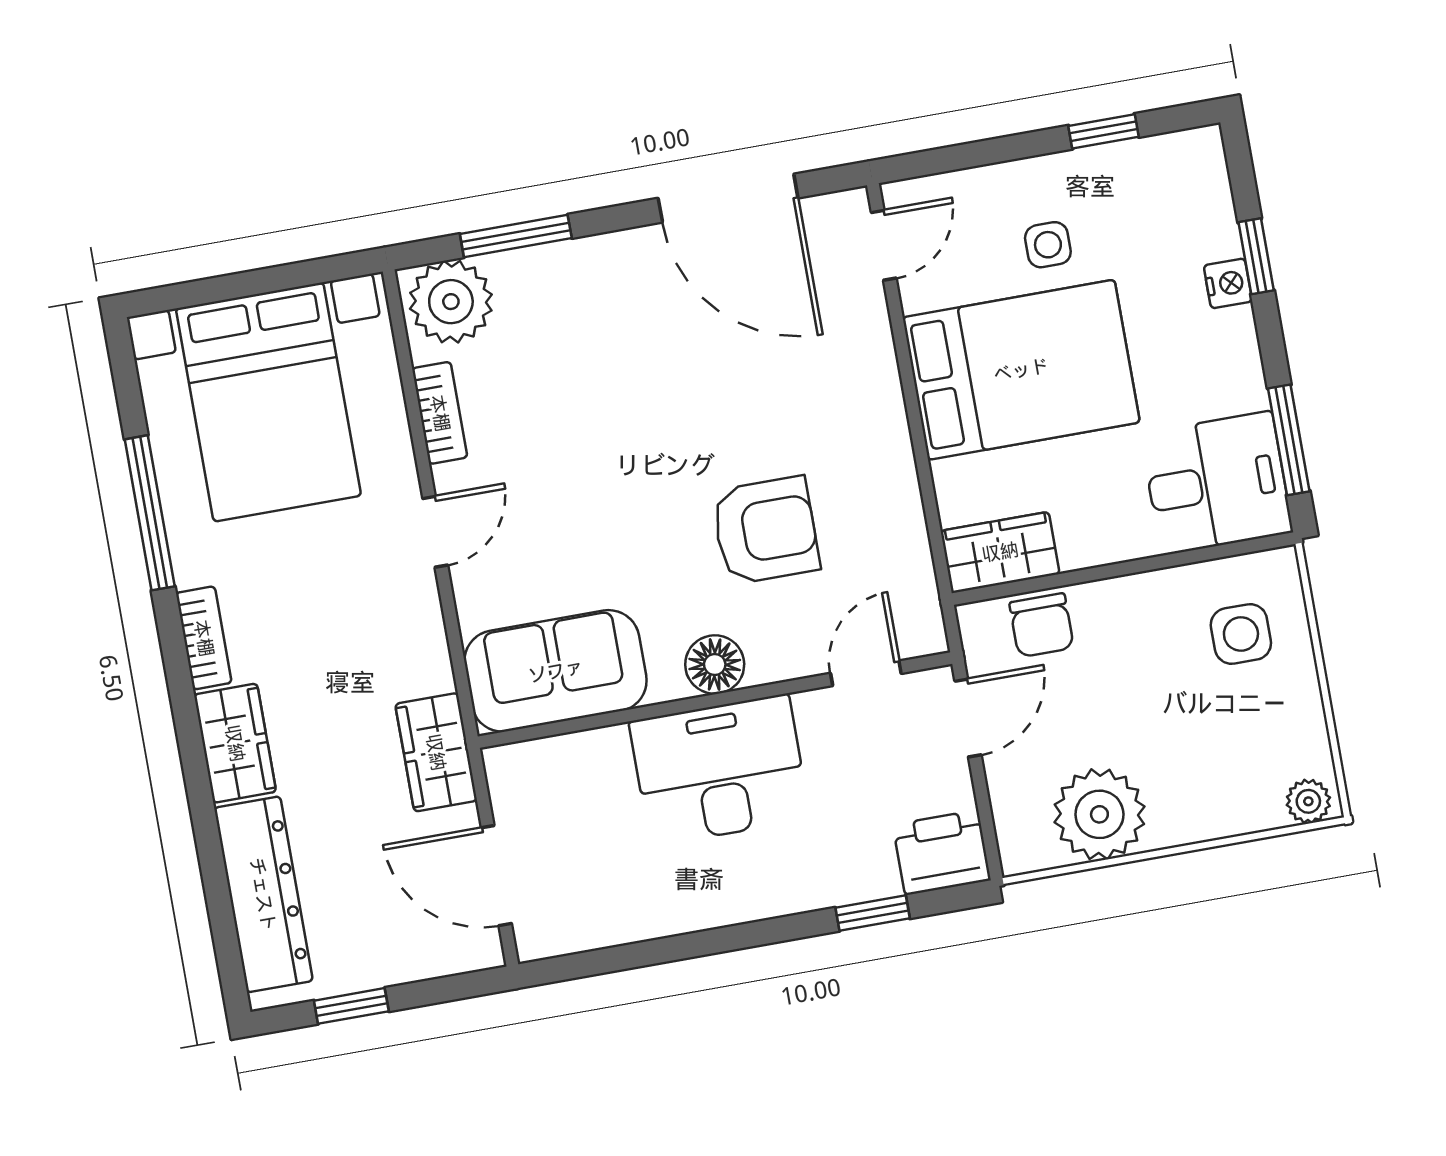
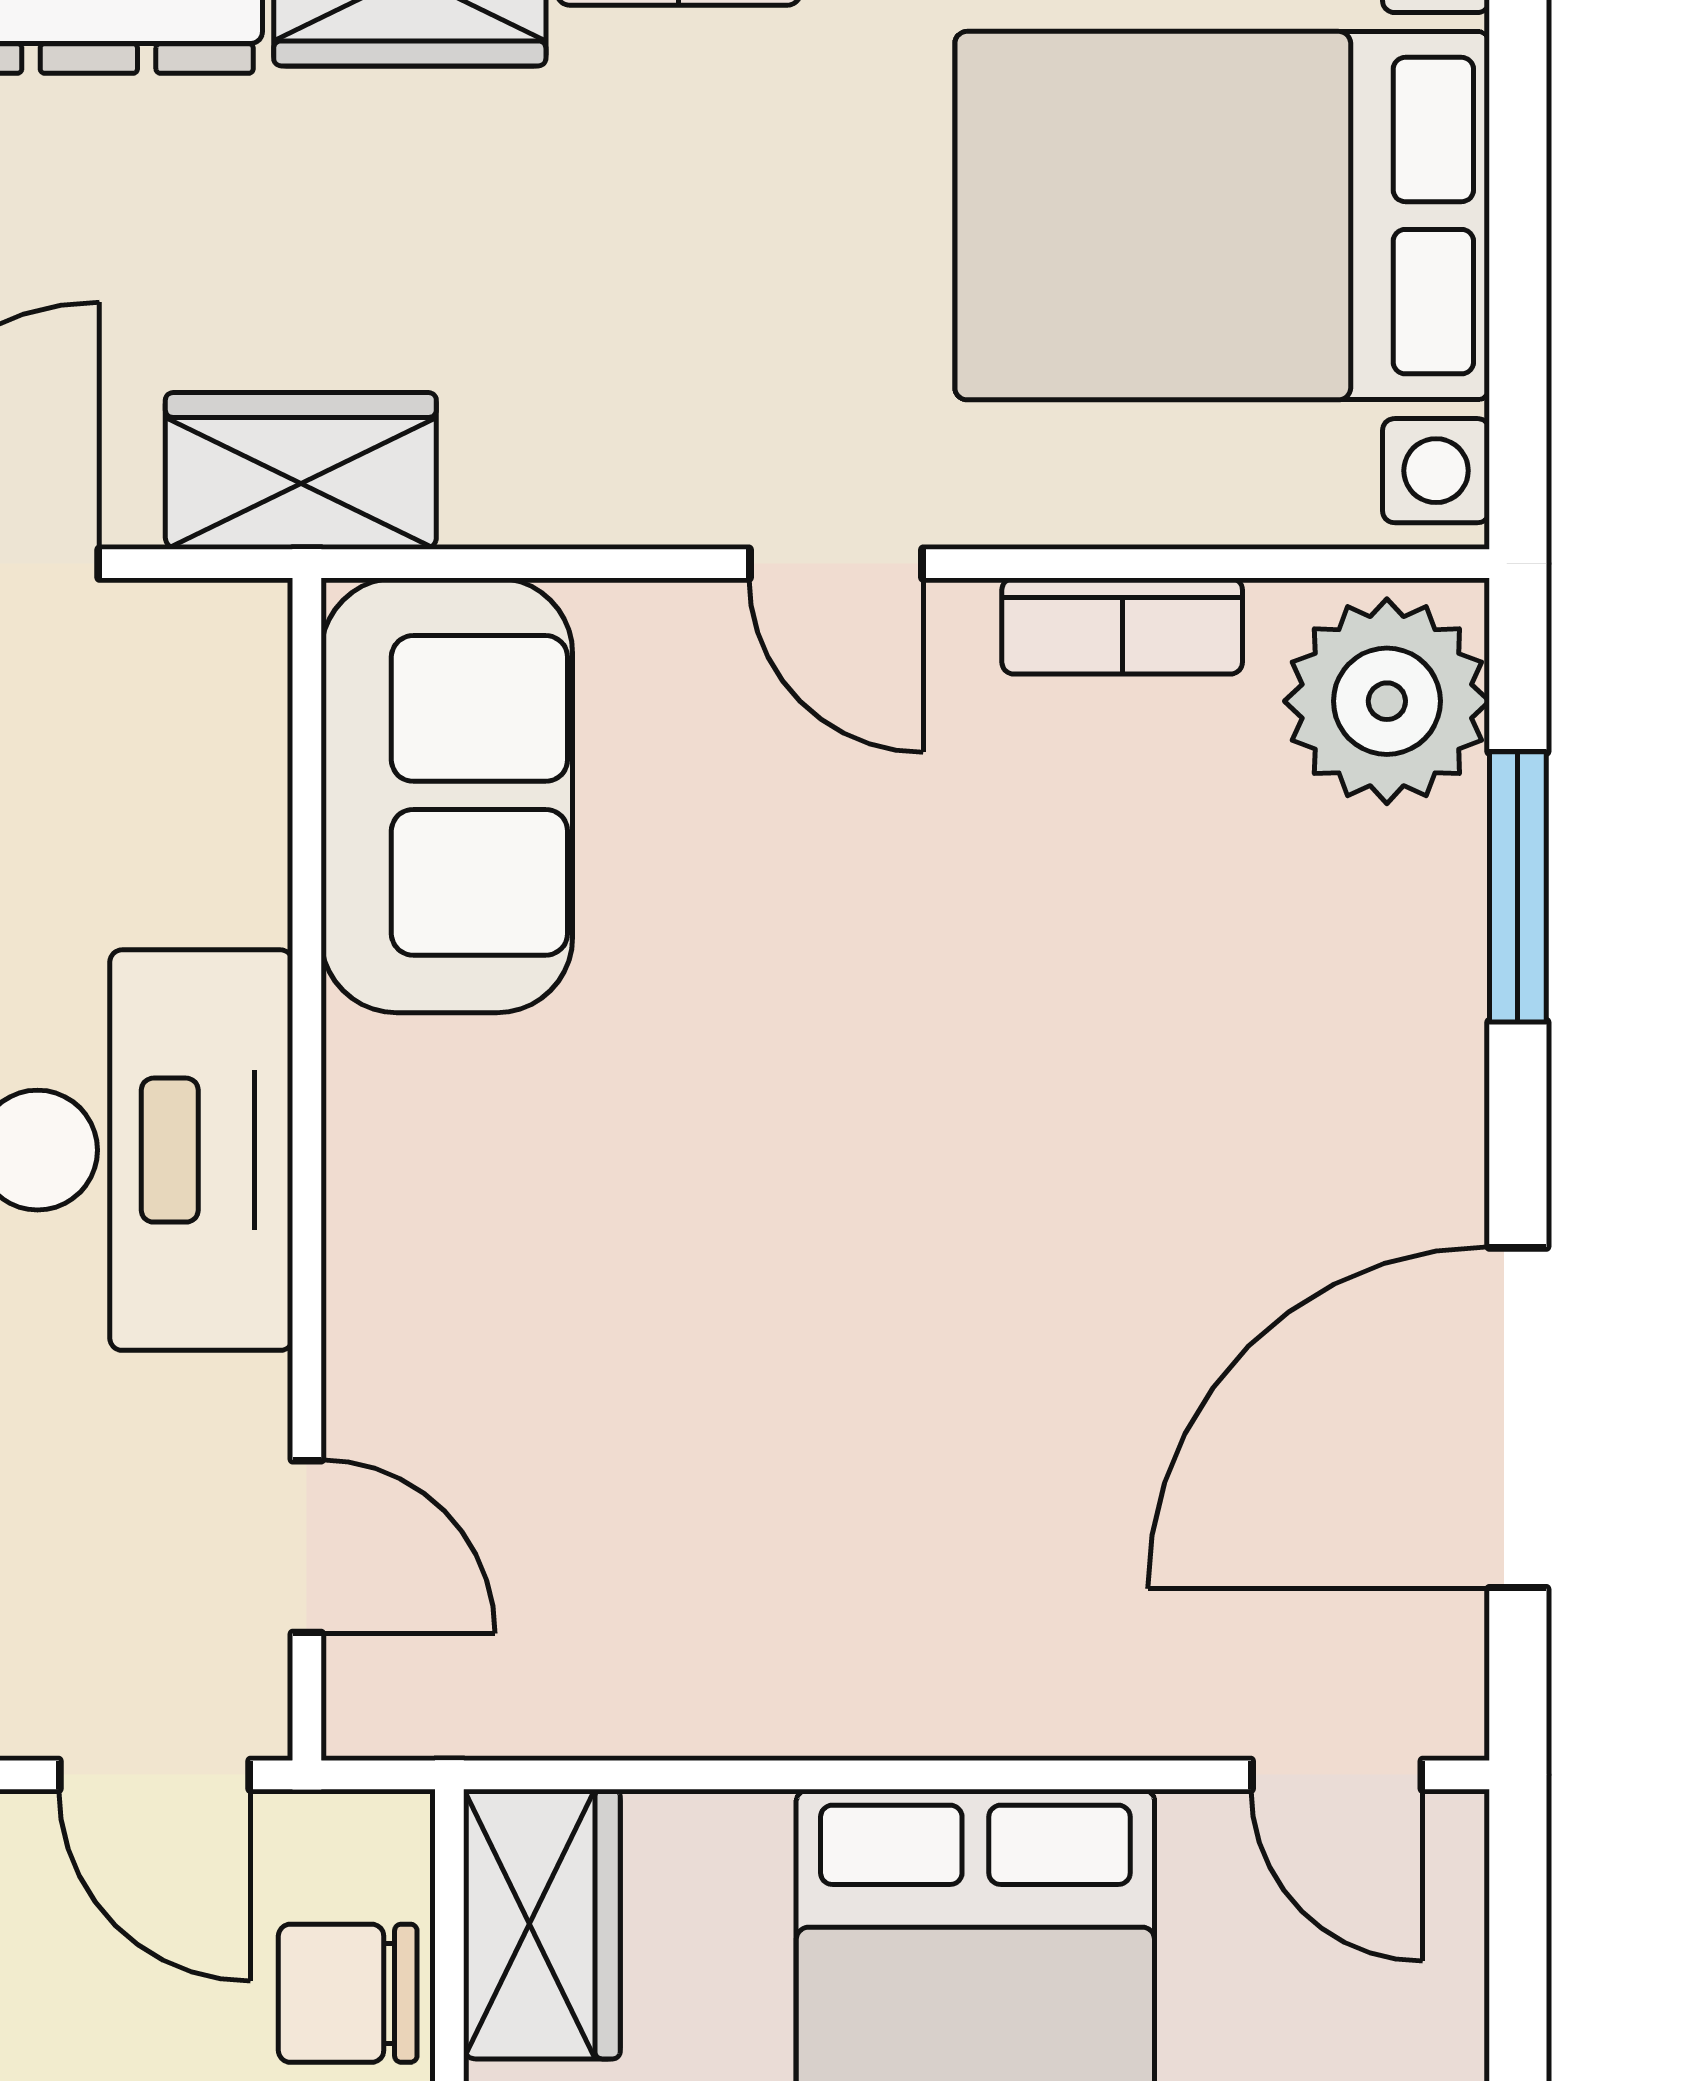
armchair: (765, 530) -> (697, 1365), removed
floor lamp: (715, 665) -> (393, 1184), removed

